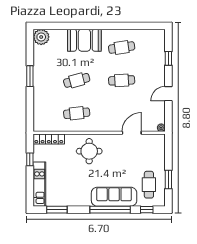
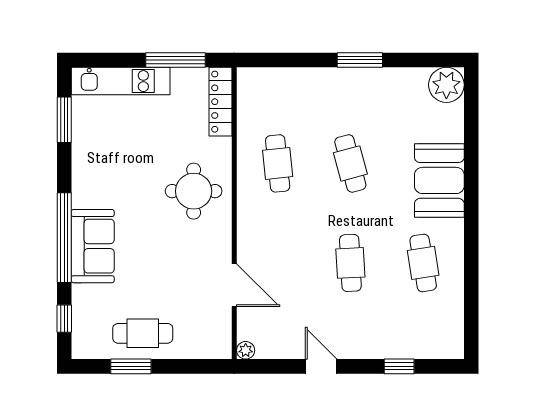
window: (30, 159) -> (176, 60), width x2.17
cafe table: (149, 185) -> (143, 333), moved
sofa: (114, 197) -> (93, 246), width x0.73

